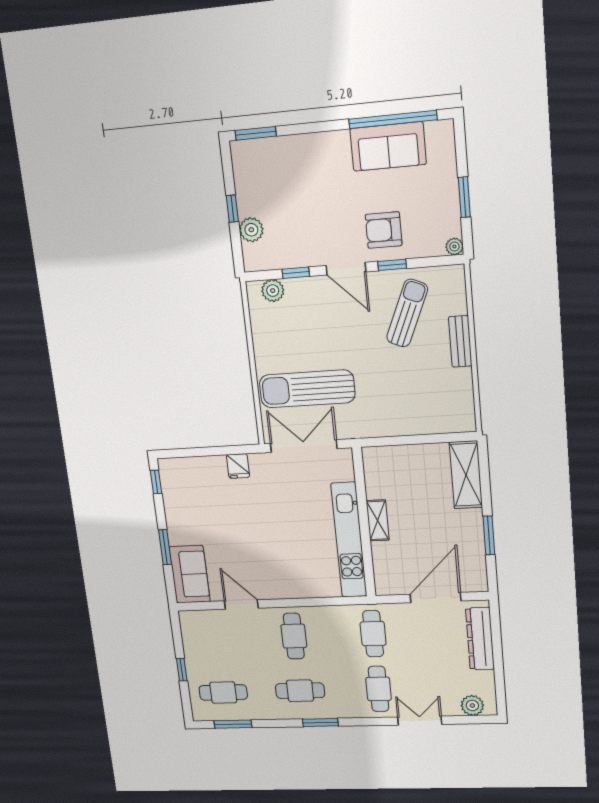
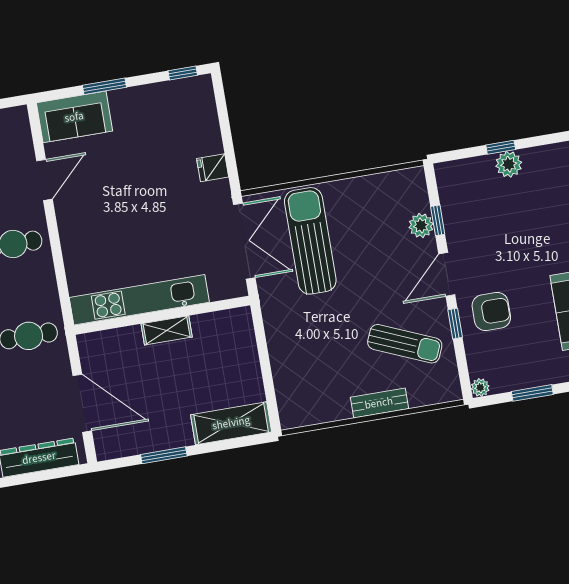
plant: (251, 230) -> (509, 164), moved
armchair: (384, 230) -> (491, 312), turned 90
plant: (273, 291) -> (421, 226), moved

